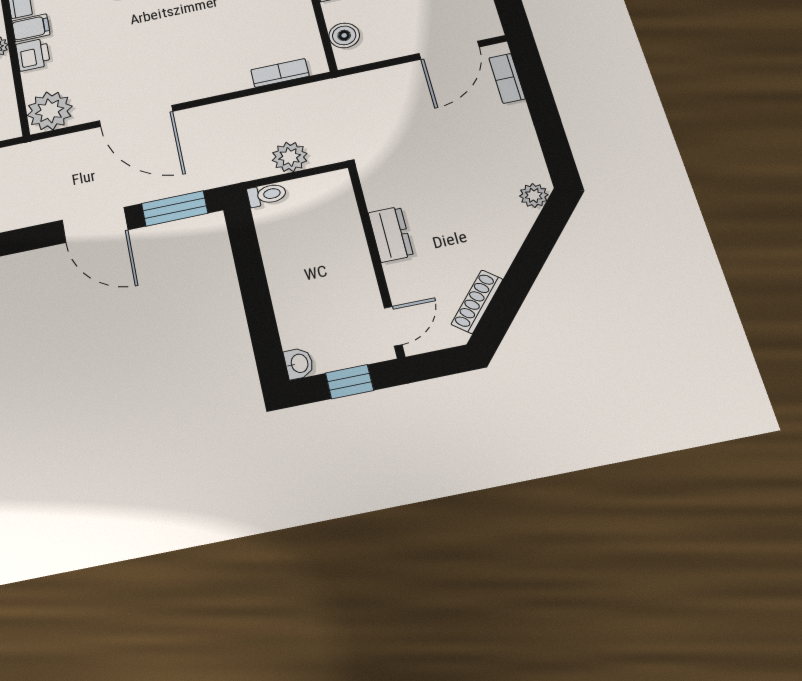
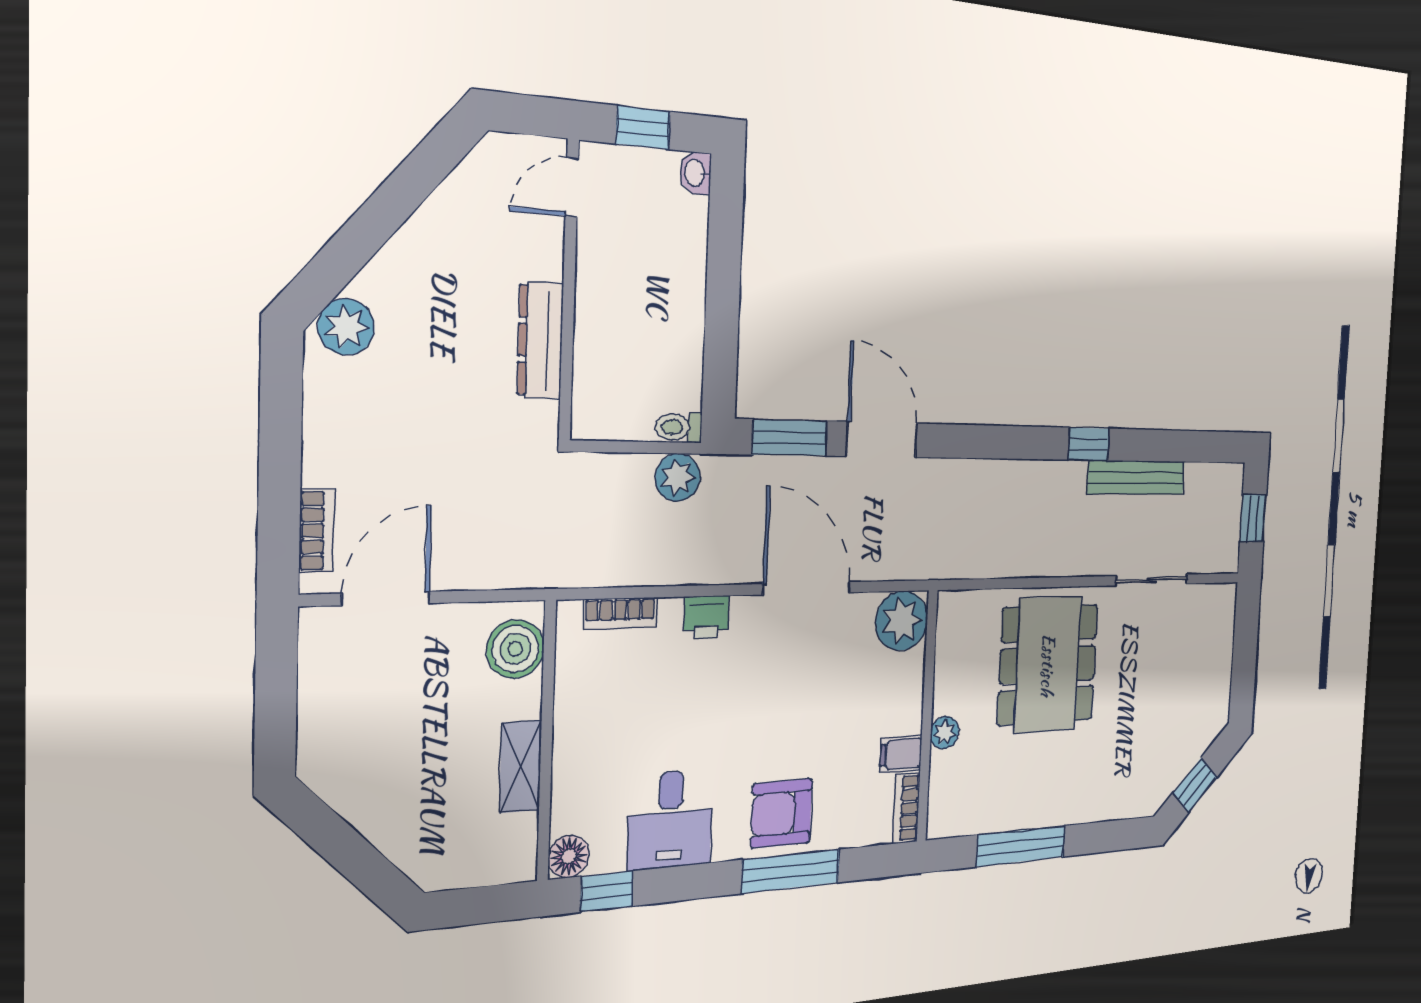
boiler: (344, 35) -> (515, 649), width x1.36, depth x1.36
printer: (33, 55) -> (706, 617), moved, turned -90
plant: (290, 157) -> (678, 477), moved
plant: (534, 195) -> (346, 327), width x1.38, depth x1.38
dresser: (391, 234) -> (540, 340), width x1.44
shoe rack: (477, 302) -> (458, 188), removed

